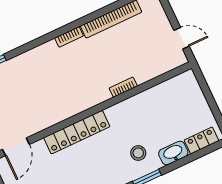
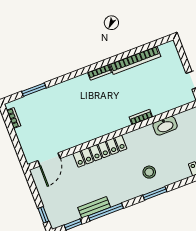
washbasin: (173, 153) -> (165, 126), moved, turned 180

